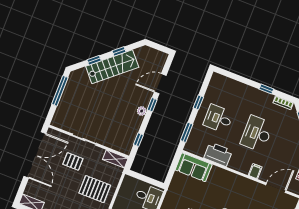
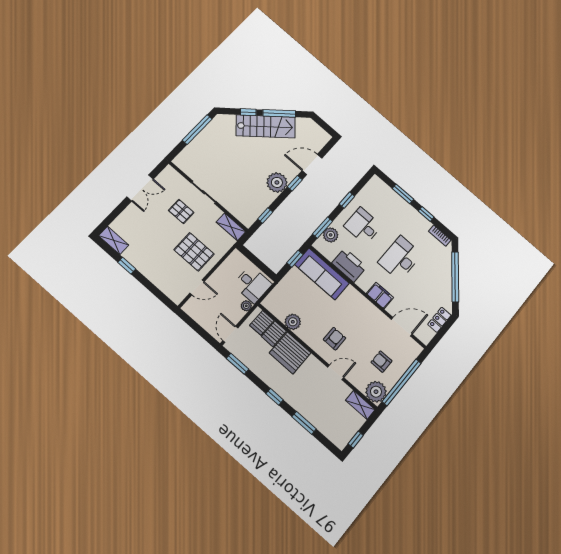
window: (119, 51) -> (279, 113), width x2.17
window: (242, 80) -> (403, 194), added
plant: (142, 111) -> (277, 182), width x1.88, depth x1.88
plant: (195, 136) -> (331, 235), added
double door: (35, 155) -> (140, 188), width x0.54
window: (174, 165) -> (295, 259), added
sofa: (194, 167) -> (322, 274), width x1.36
filing cabinet: (255, 171) -> (380, 296), width x2.00

